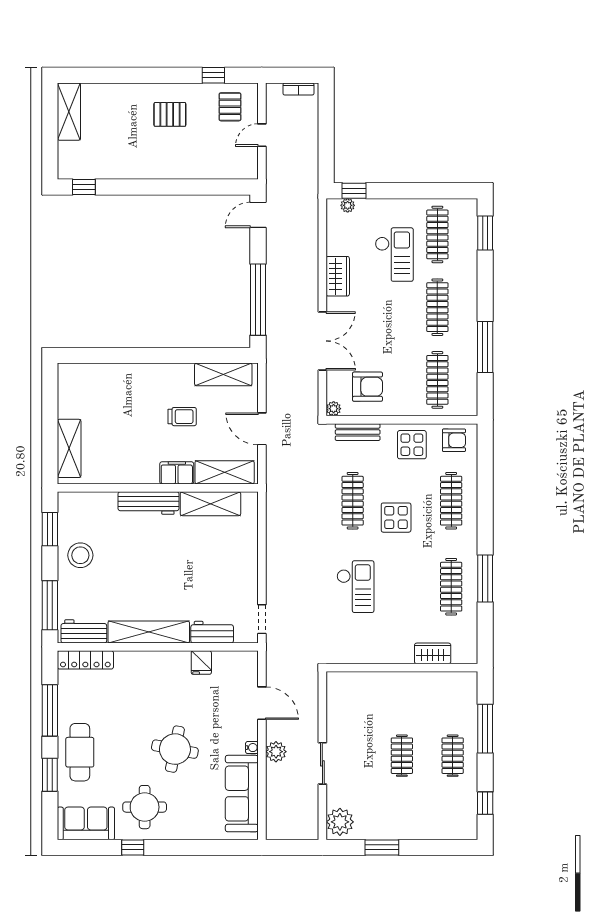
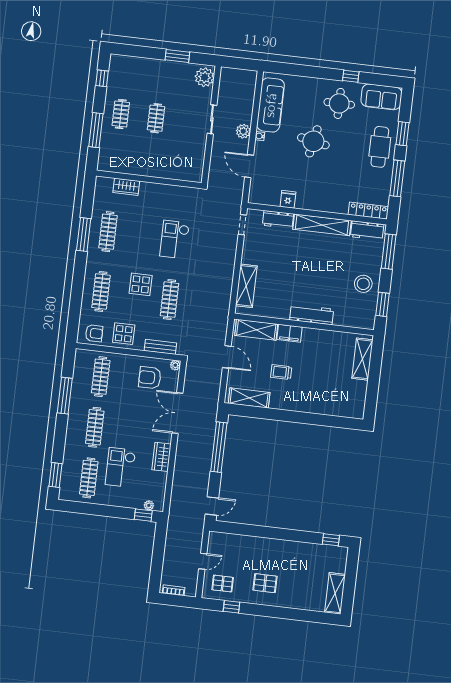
pallet: (230, 107) -> (223, 584), turned 90
armchair: (454, 440) -> (94, 333), turned 180
shelving: (210, 504) -> (246, 286), moved, turned 90

